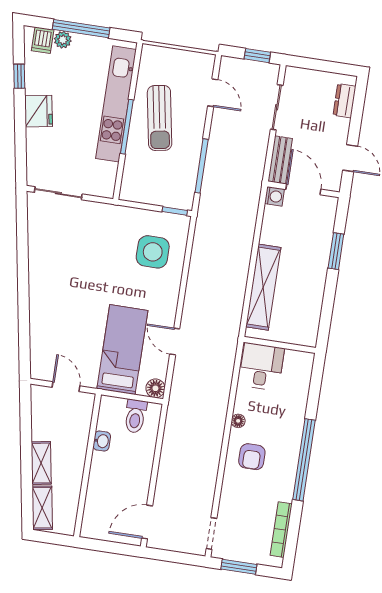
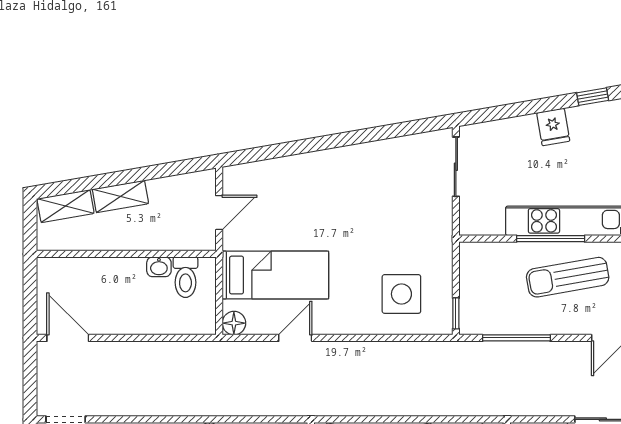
fridge: (39, 111) -> (553, 127), width x0.72
toilet: (135, 416) -> (185, 277), moved, turned -90

